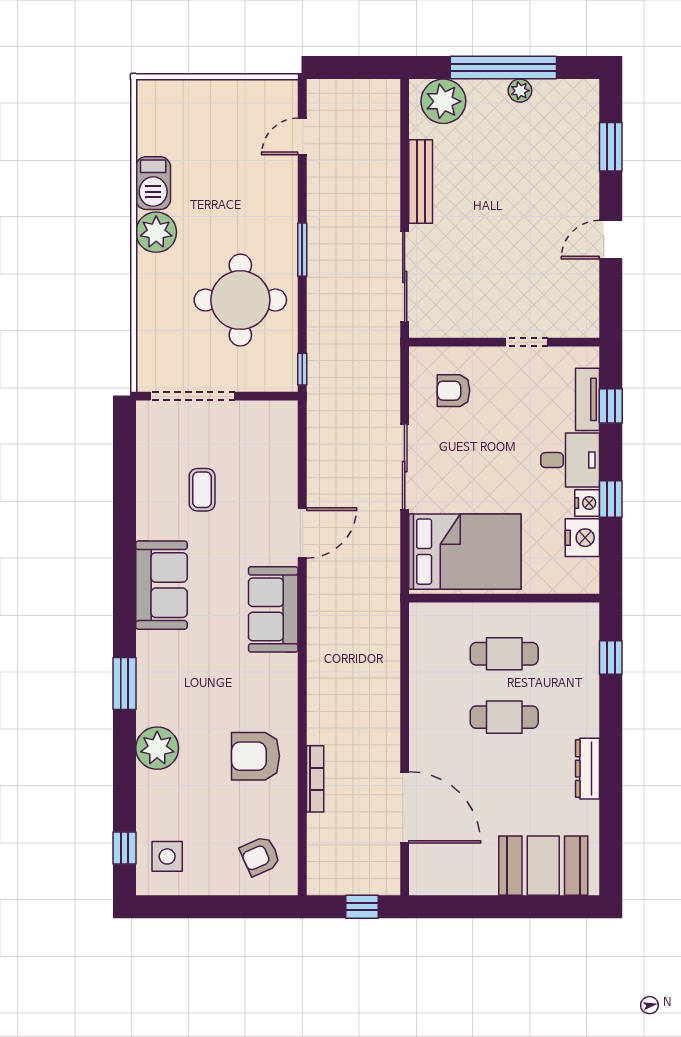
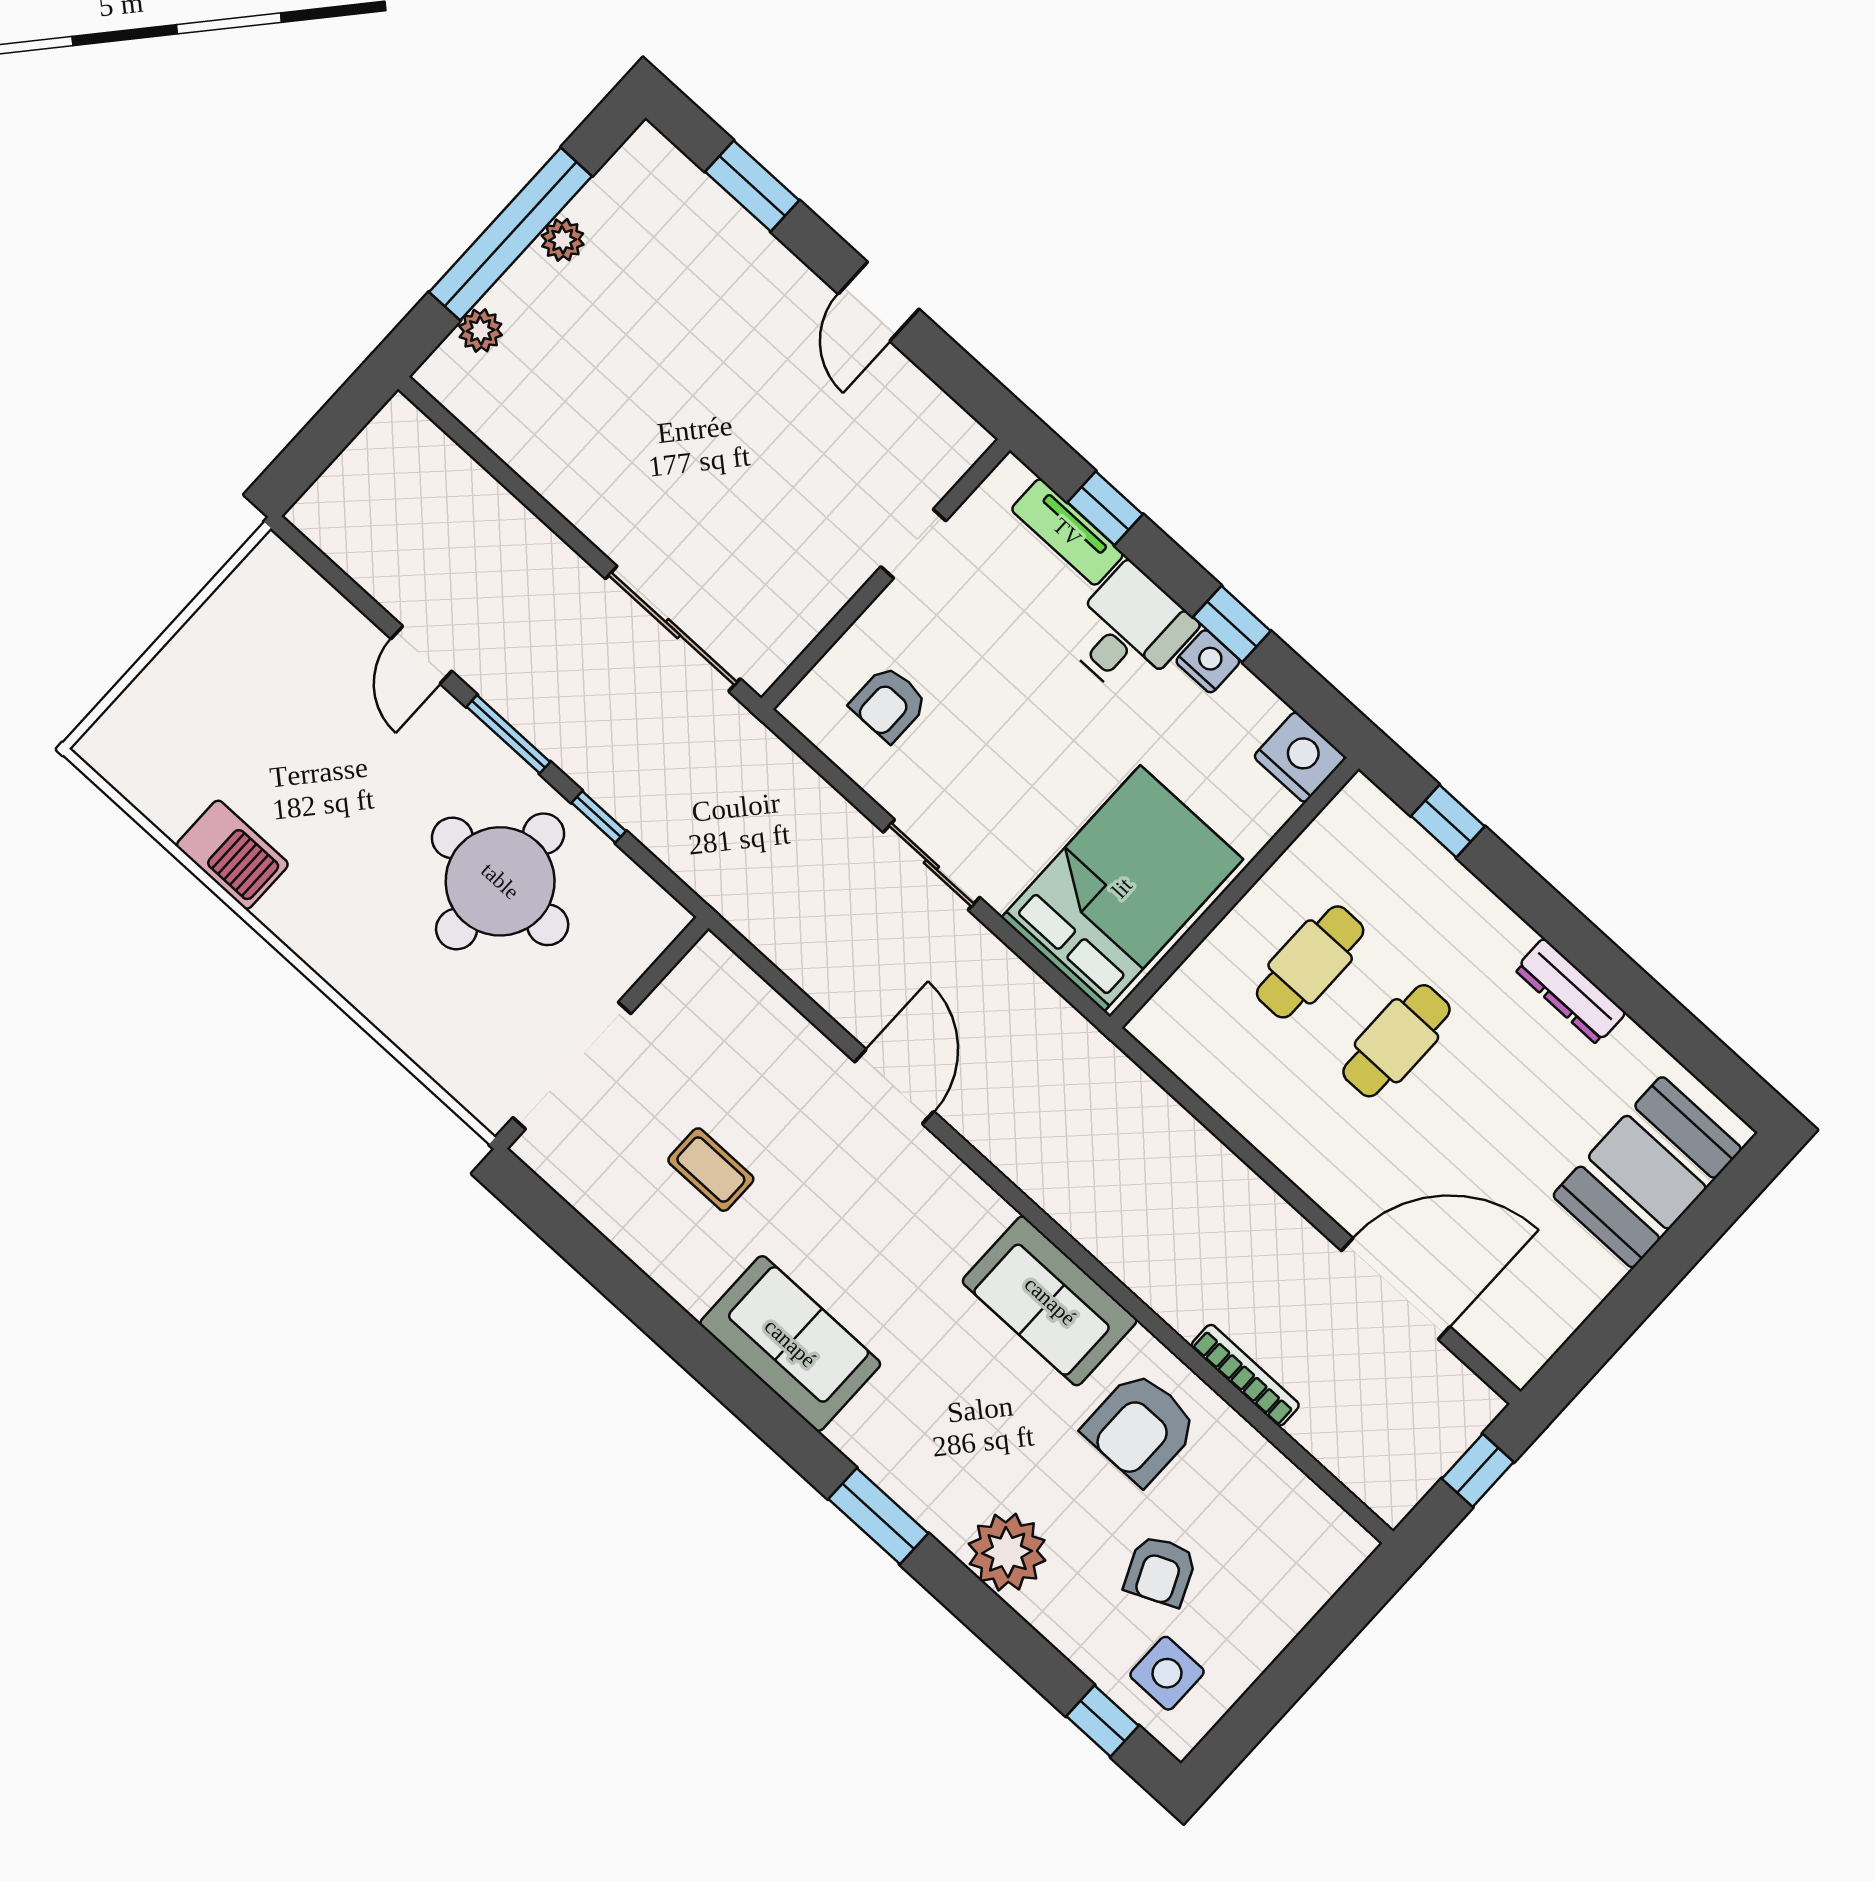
plant: (443, 101) -> (481, 330), width x0.53, depth x0.53
door: (302, 136) -> (421, 655), moved
bench: (421, 182) -> (563, 488), removed
plant: (156, 232) -> (303, 912), removed
window: (302, 369) -> (599, 817), moved
sliding door: (405, 467) -> (931, 865), width x0.73
nightstand: (582, 538) -> (1300, 757), moved
sofa: (273, 609) -> (1050, 1301), moved
armchair: (260, 856) -> (1160, 1571), moved

